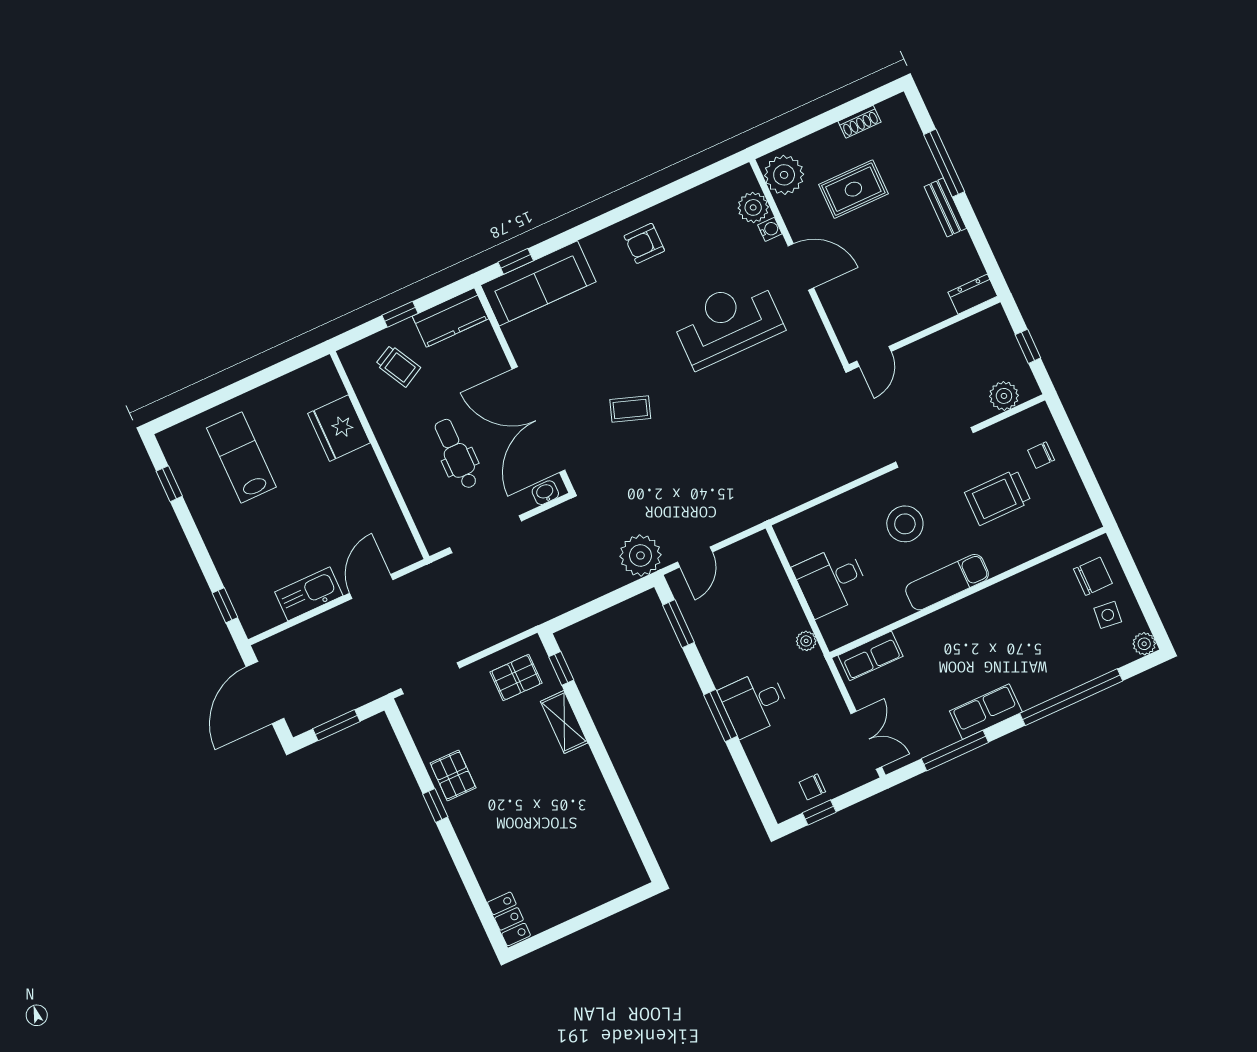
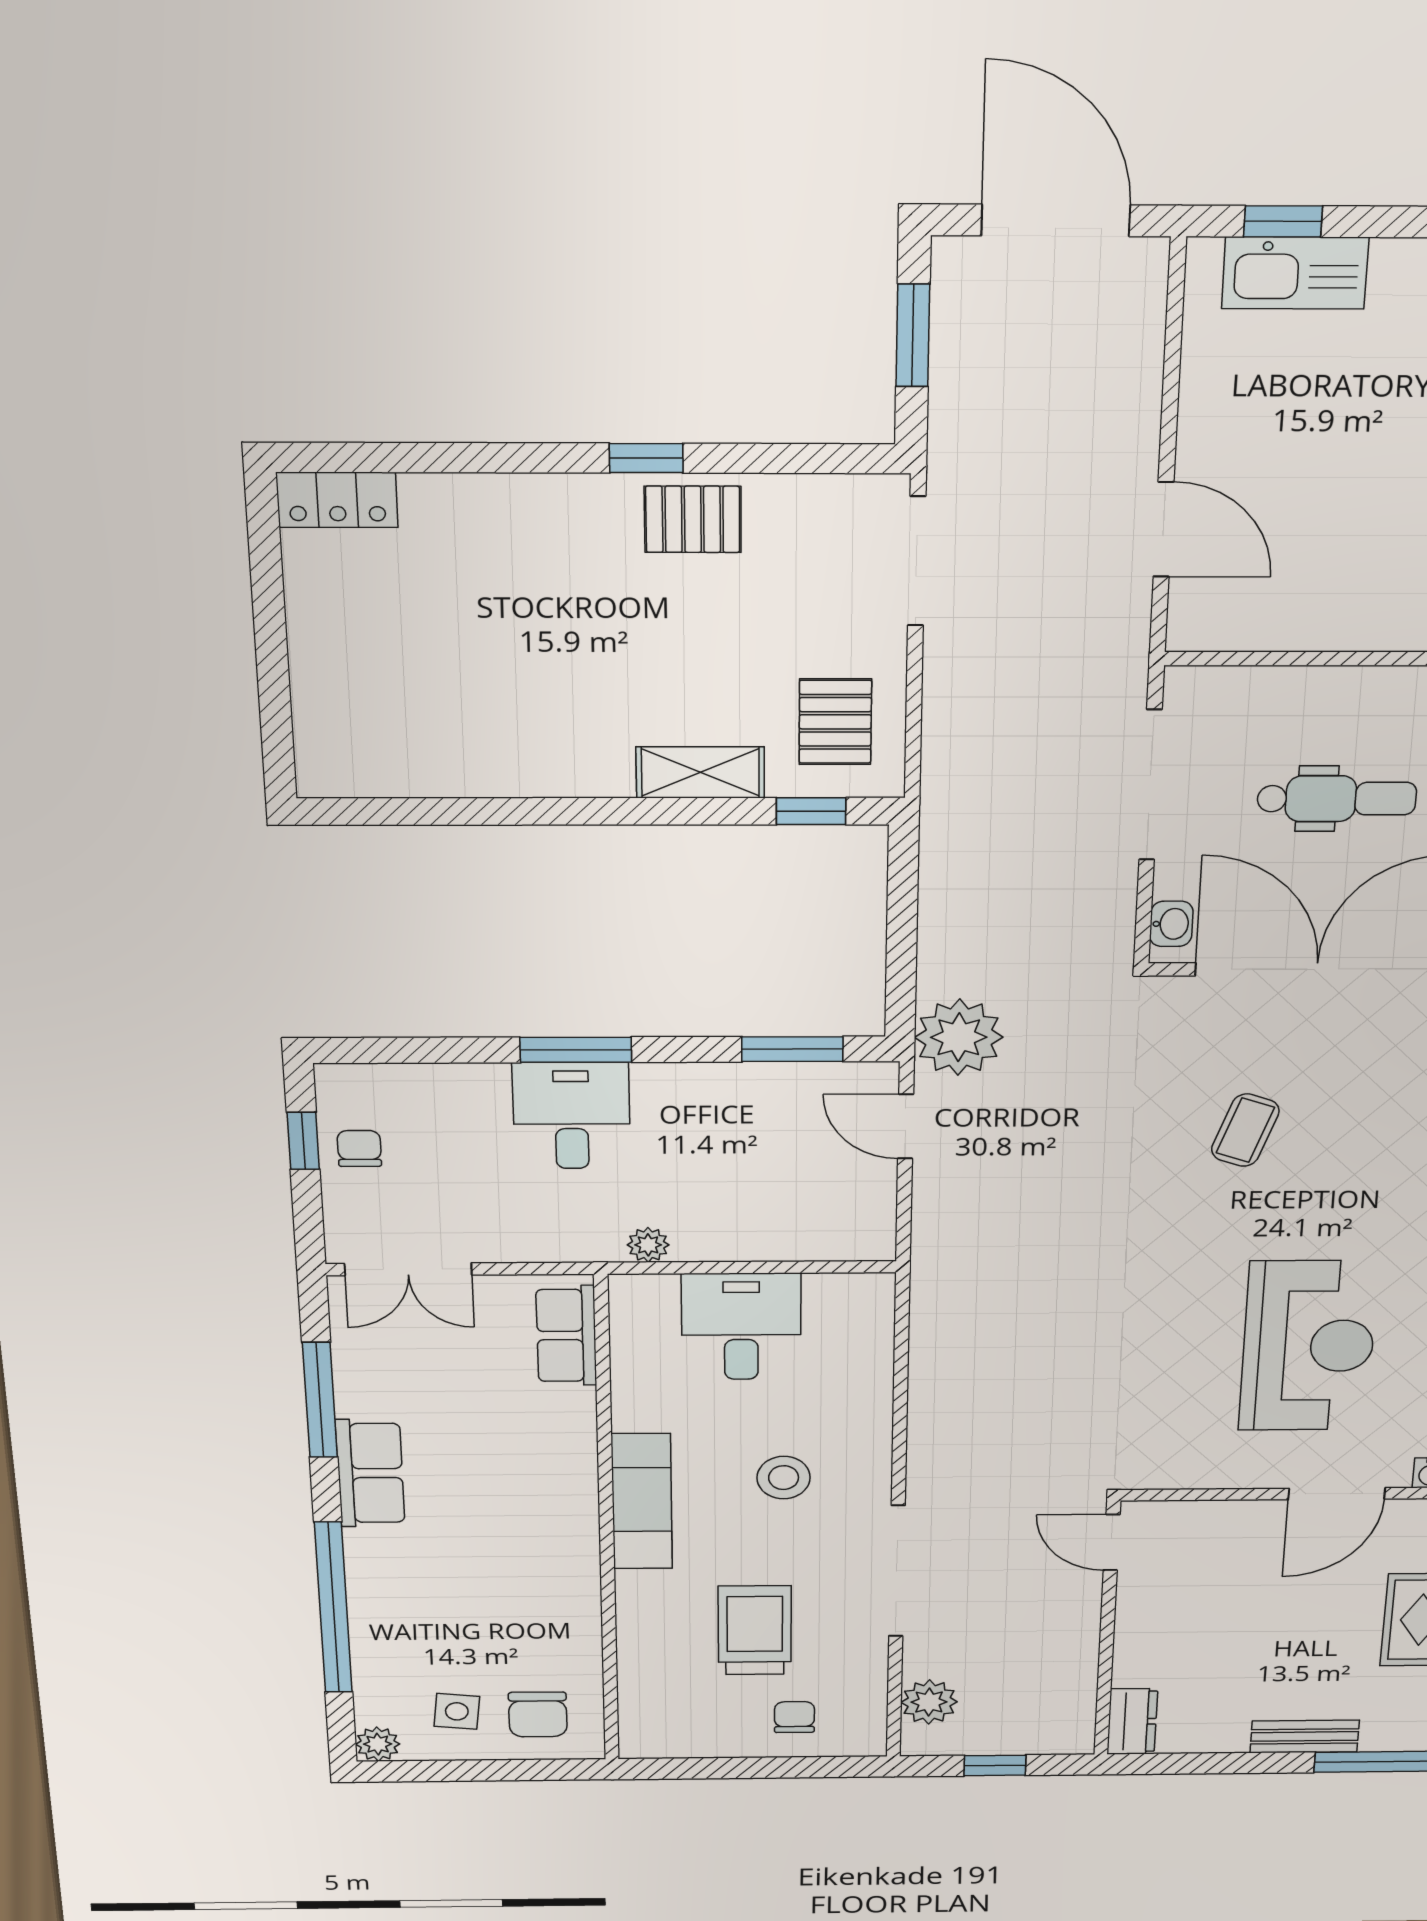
stool: (905, 524) -> (784, 1478), width x0.73, depth x0.73
kitchen sink: (309, 594) -> (1295, 273), moved, turned 90

